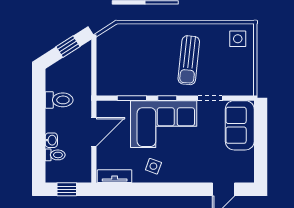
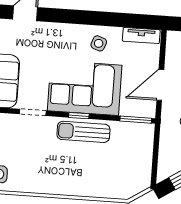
sun lounger: (189, 60) -> (83, 132), moved, turned -96
window: (132, 98) -> (136, 120), moved

